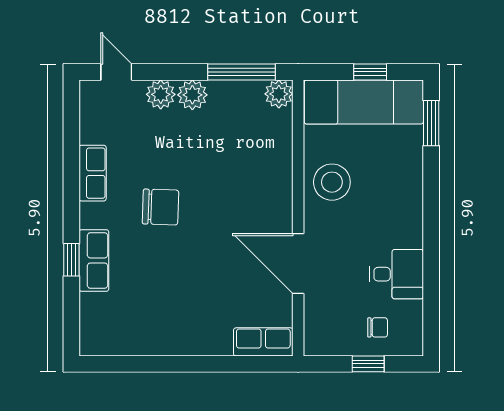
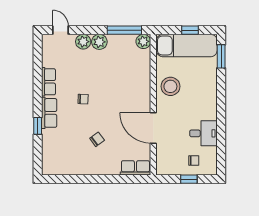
chair: (160, 207) -> (83, 99), width x0.54, depth x0.54
row of seats: (94, 260) -> (49, 113), moved
chair: (188, 286) -> (97, 139), added

